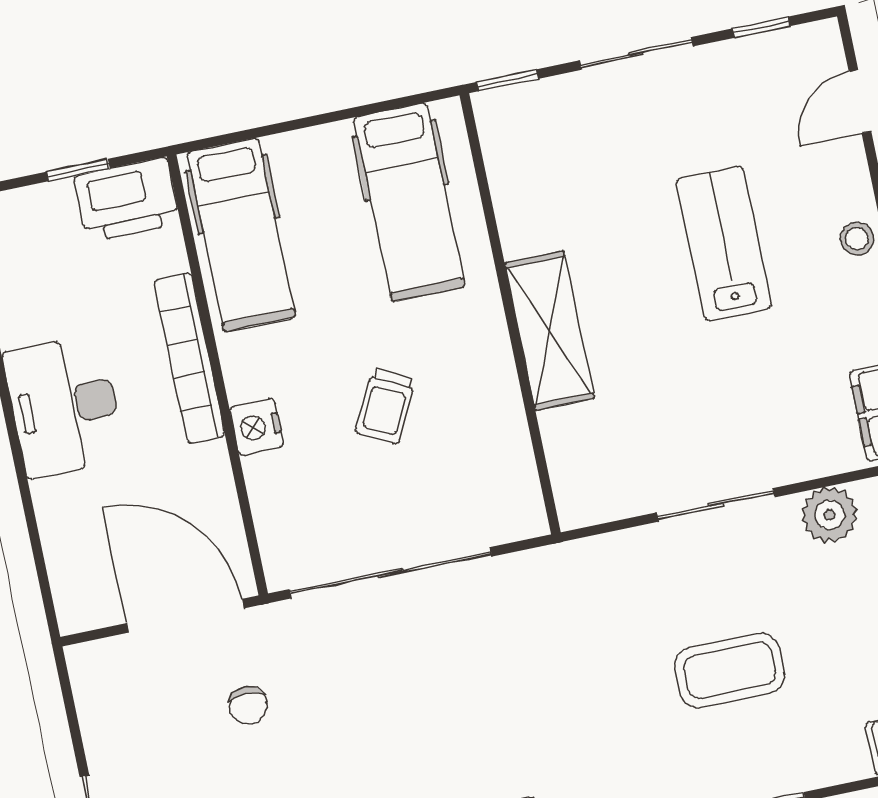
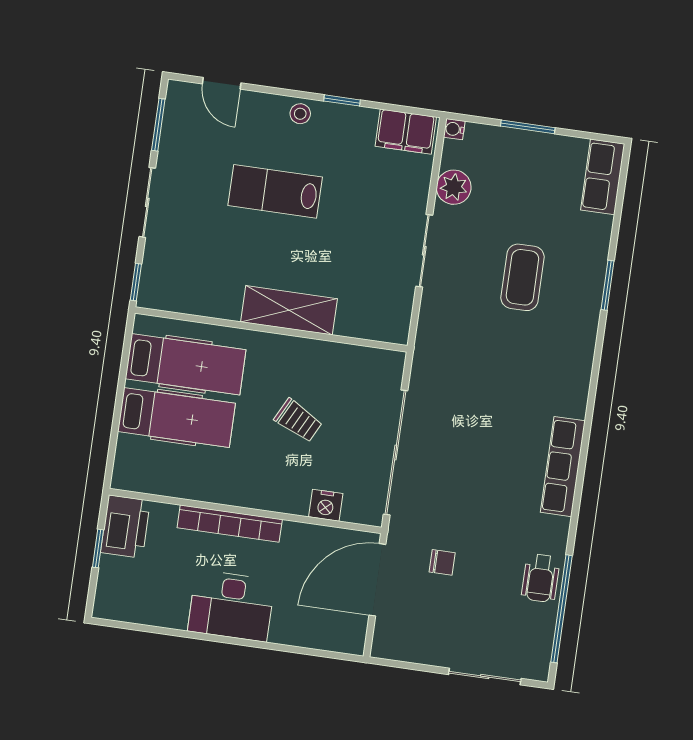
window: (761, 27) -> (158, 125), width x1.50
hospital bed: (241, 235) -> (177, 417), moved
nightstand: (257, 427) -> (326, 505), moved

